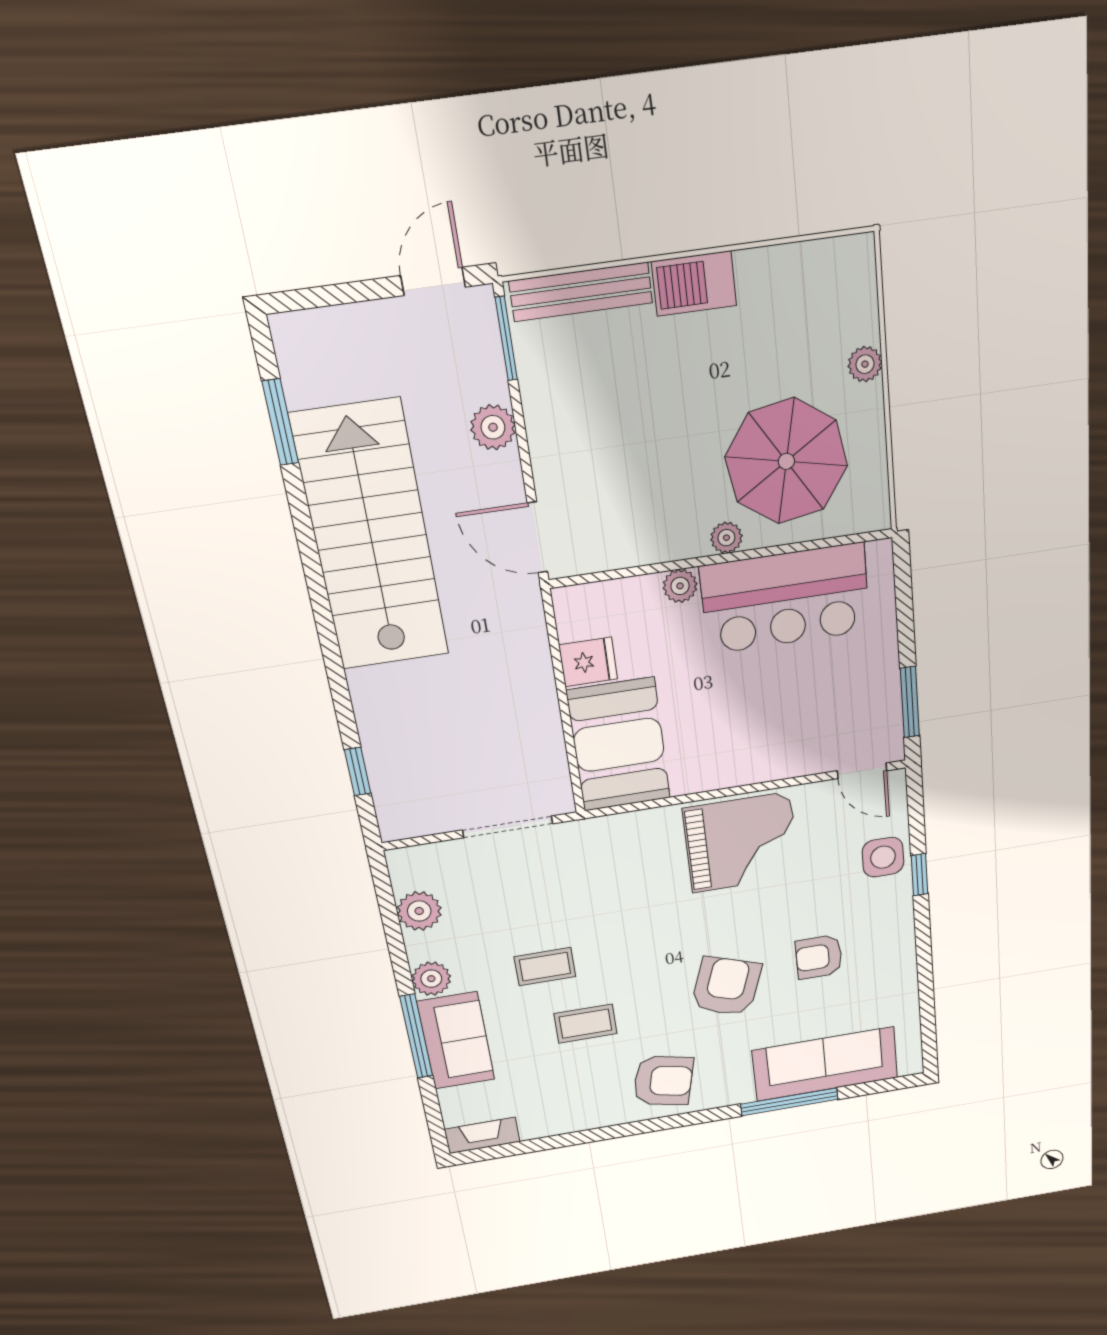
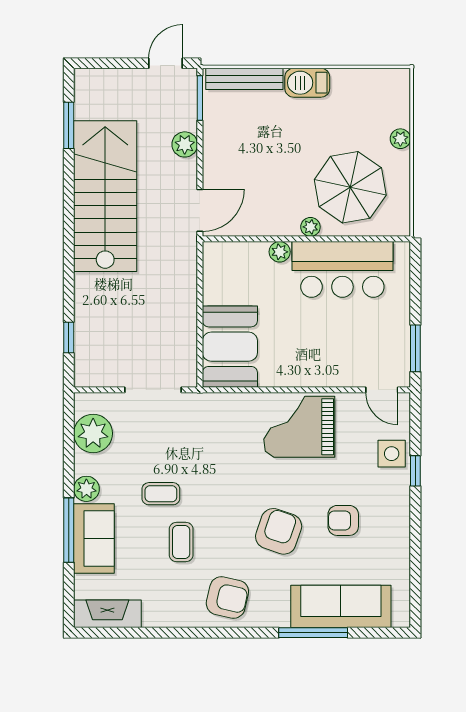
door: (538, 538) -> (200, 210), swing flipped
fridge: (588, 662) -> (219, 290), removed
grand piano: (741, 843) -> (299, 427), turned 180
plant: (419, 911) -> (93, 433), width x1.36, depth x1.36
coffee table: (586, 1024) -> (181, 542), turned 90
fireplace: (482, 1135) -> (107, 614), width x1.37, depth x1.32

